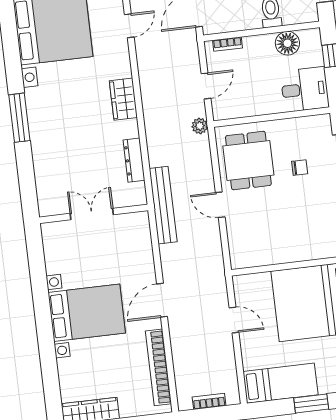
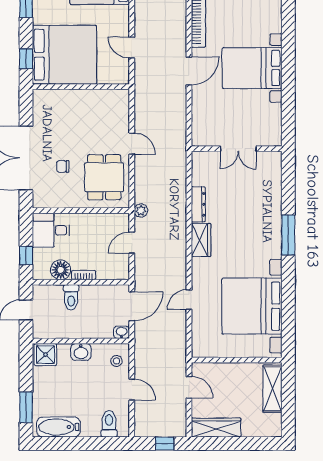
bookcase: (227, 44) -> (84, 275), moved
dresser: (134, 160) -> (198, 204), moved
bench: (163, 205) -> (179, 149), removed

